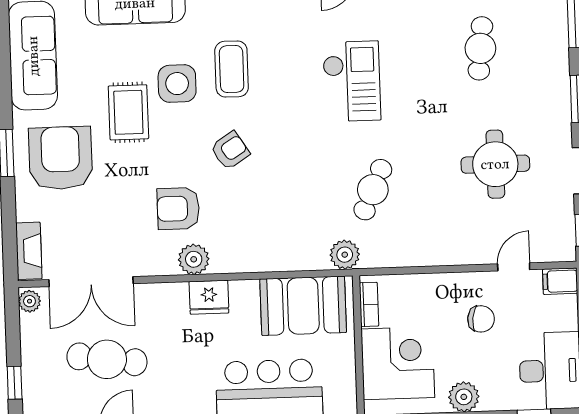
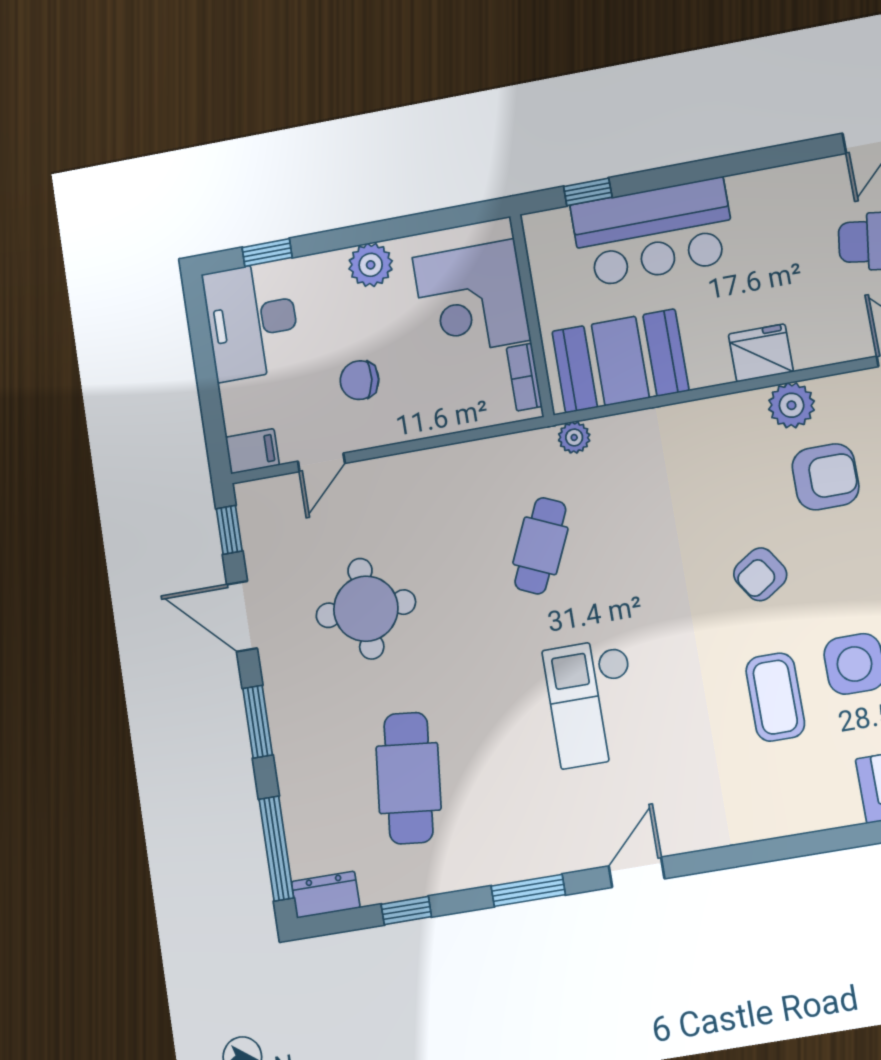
cafe table: (480, 48) -> (408, 778), width x1.37, depth x1.35
plant: (345, 255) -> (574, 437), width x0.73, depth x0.73

